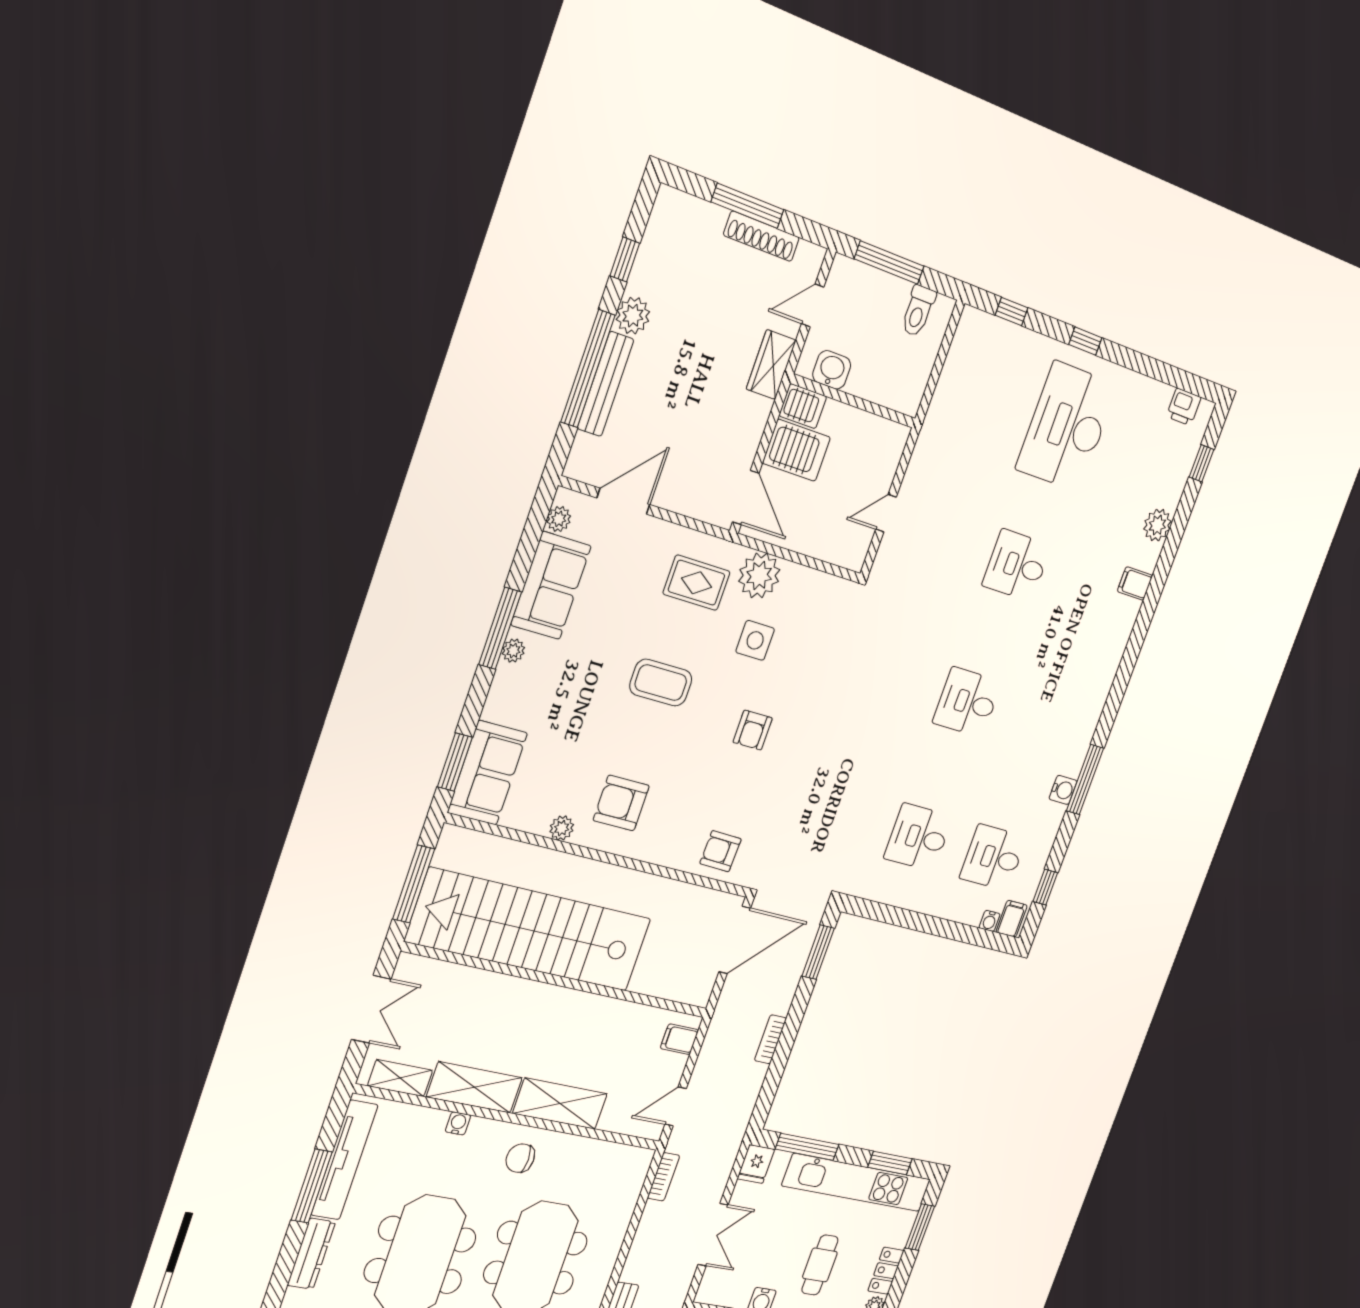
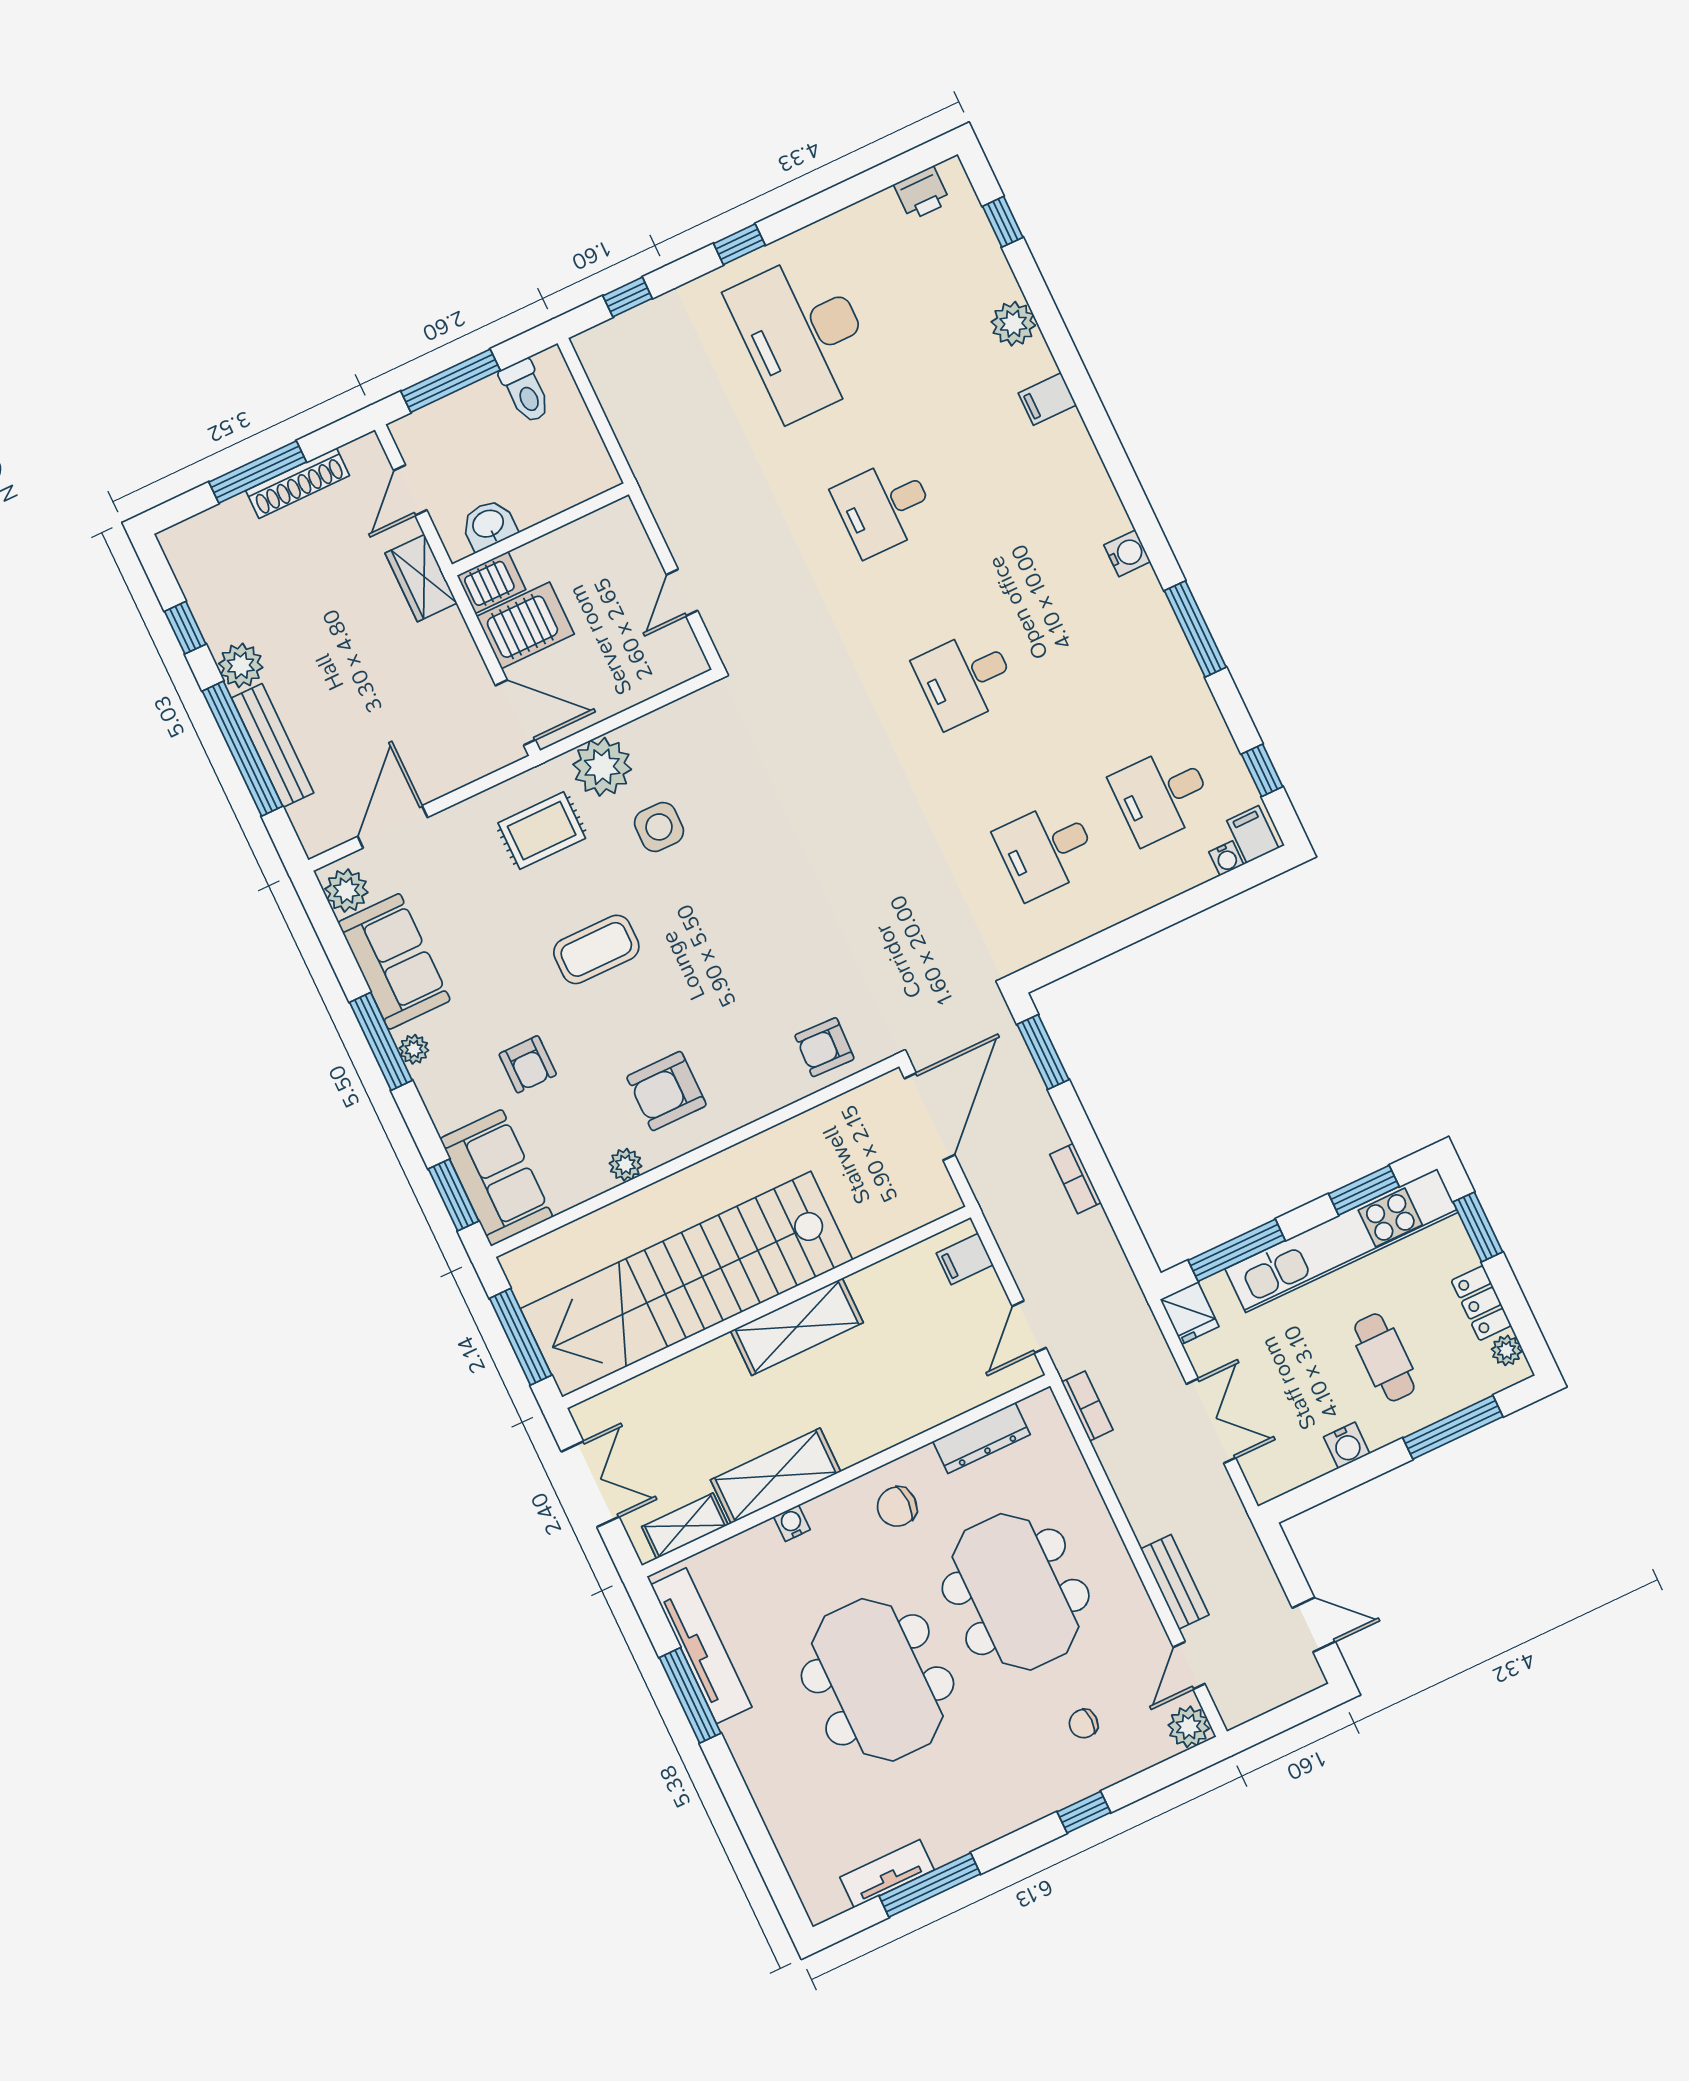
plant: (559, 519) -> (346, 891), width x1.38, depth x1.38
armchair: (753, 730) -> (528, 1064), moved
water cooler: (1063, 790) -> (1127, 553), moved
shelving: (560, 1104) -> (797, 1327), moved
dresser: (311, 1254) -> (982, 1438), moved, turned 90

